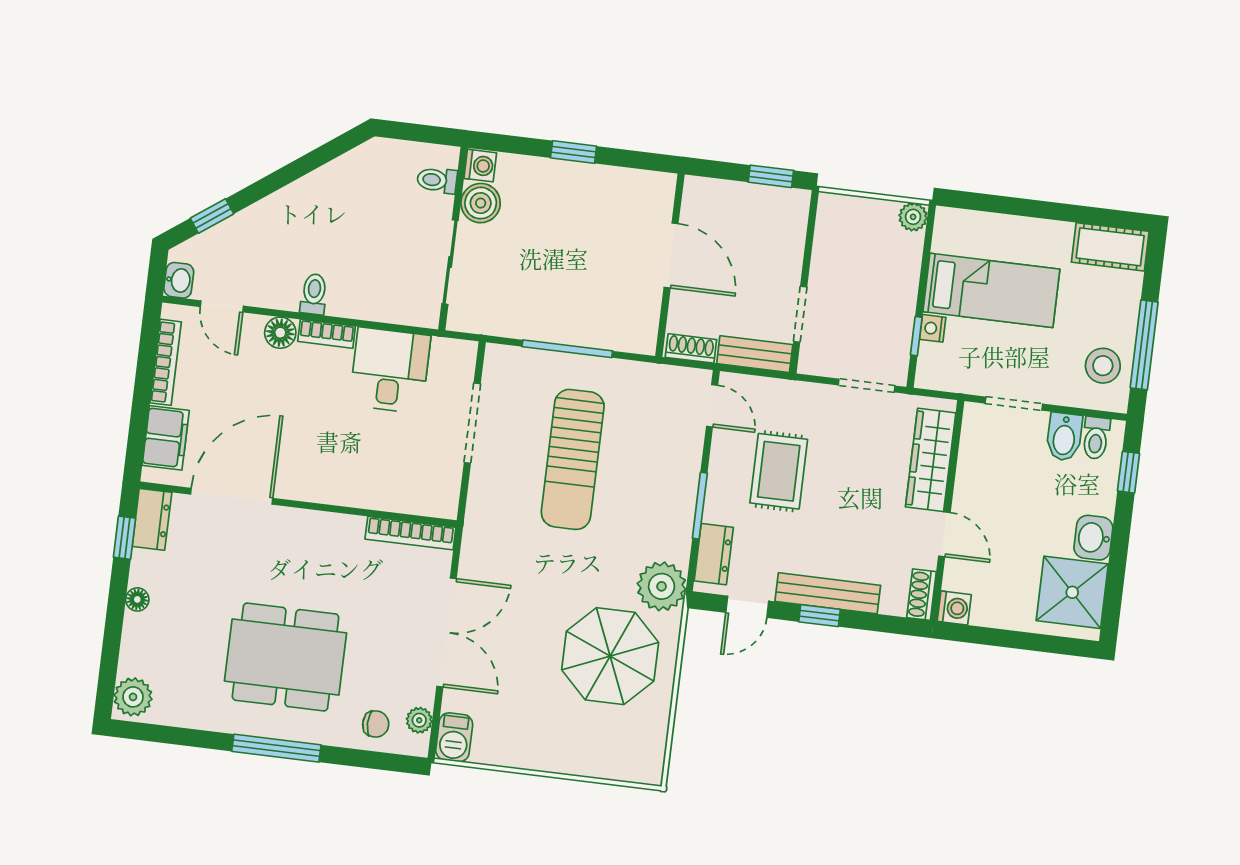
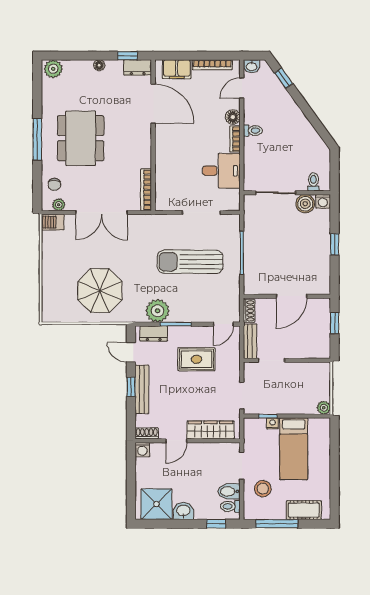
window: (771, 176) -> (335, 323), moved
cot: (1110, 247) -> (304, 510), moved, turned 90
stool: (1103, 366) -> (263, 489), moved
plant: (662, 586) -> (157, 311), moved

